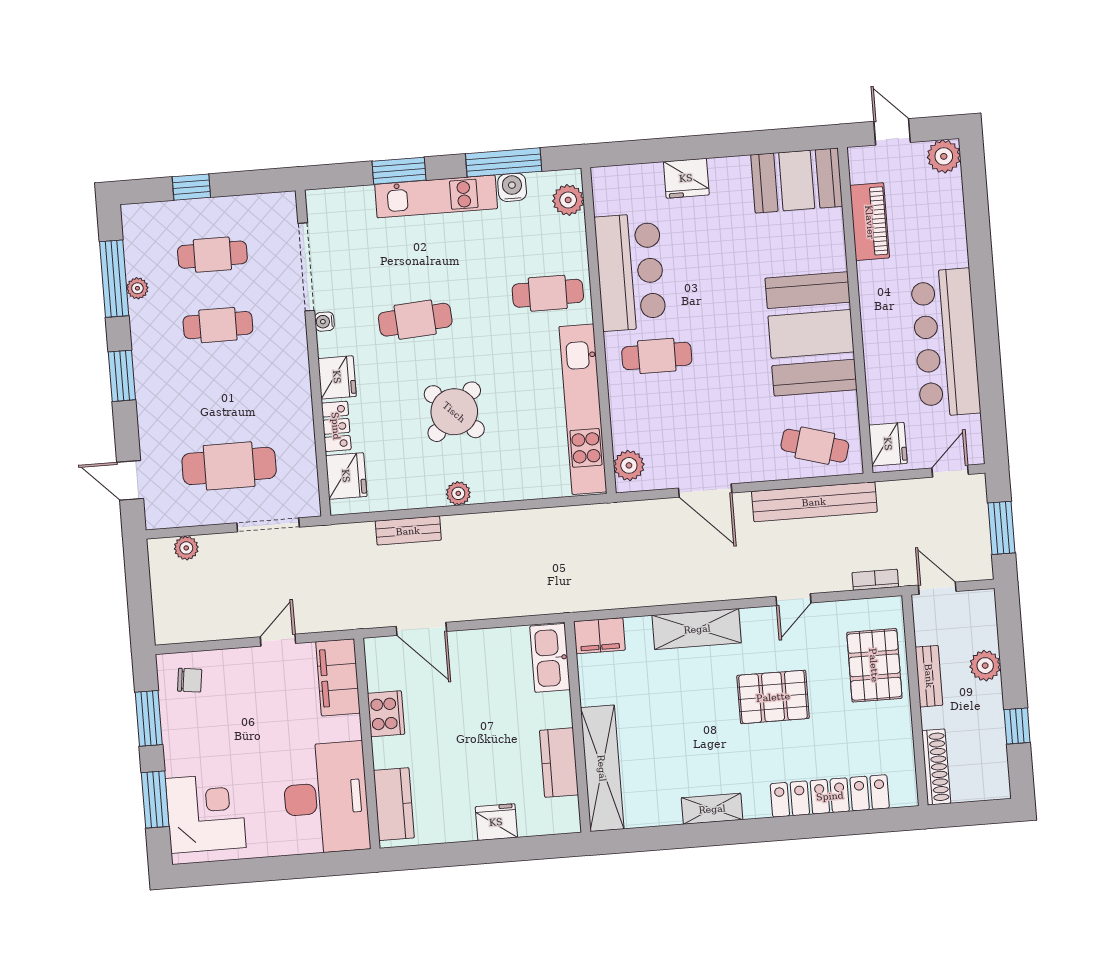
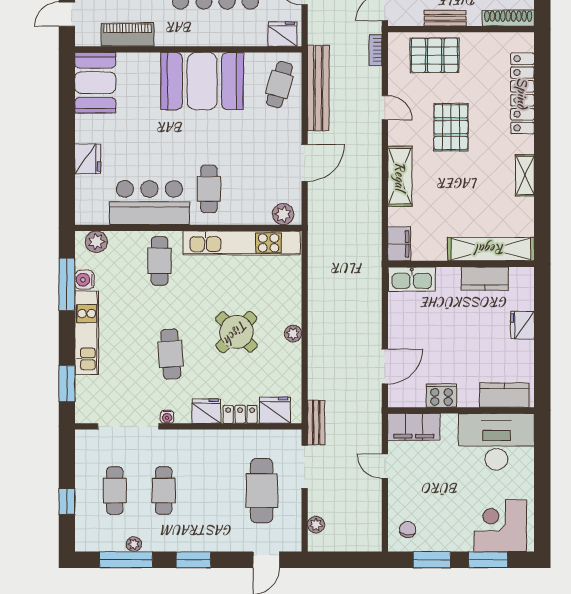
window: (399, 171) -> (67, 384), moved
bench: (408, 531) -> (316, 422), moved

